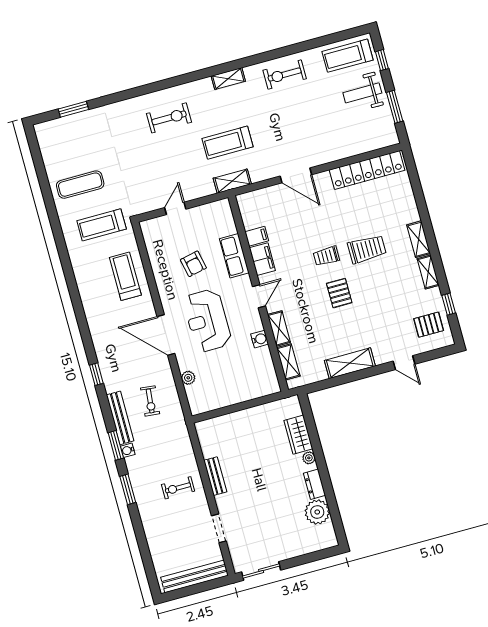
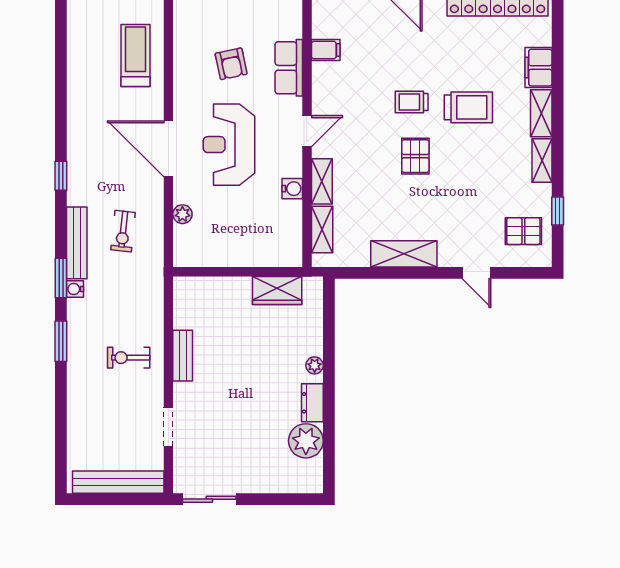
filing cabinet: (262, 259) -> (538, 68), moved, turned 180
wardrobe: (298, 435) -> (277, 290), moved, turned -90

